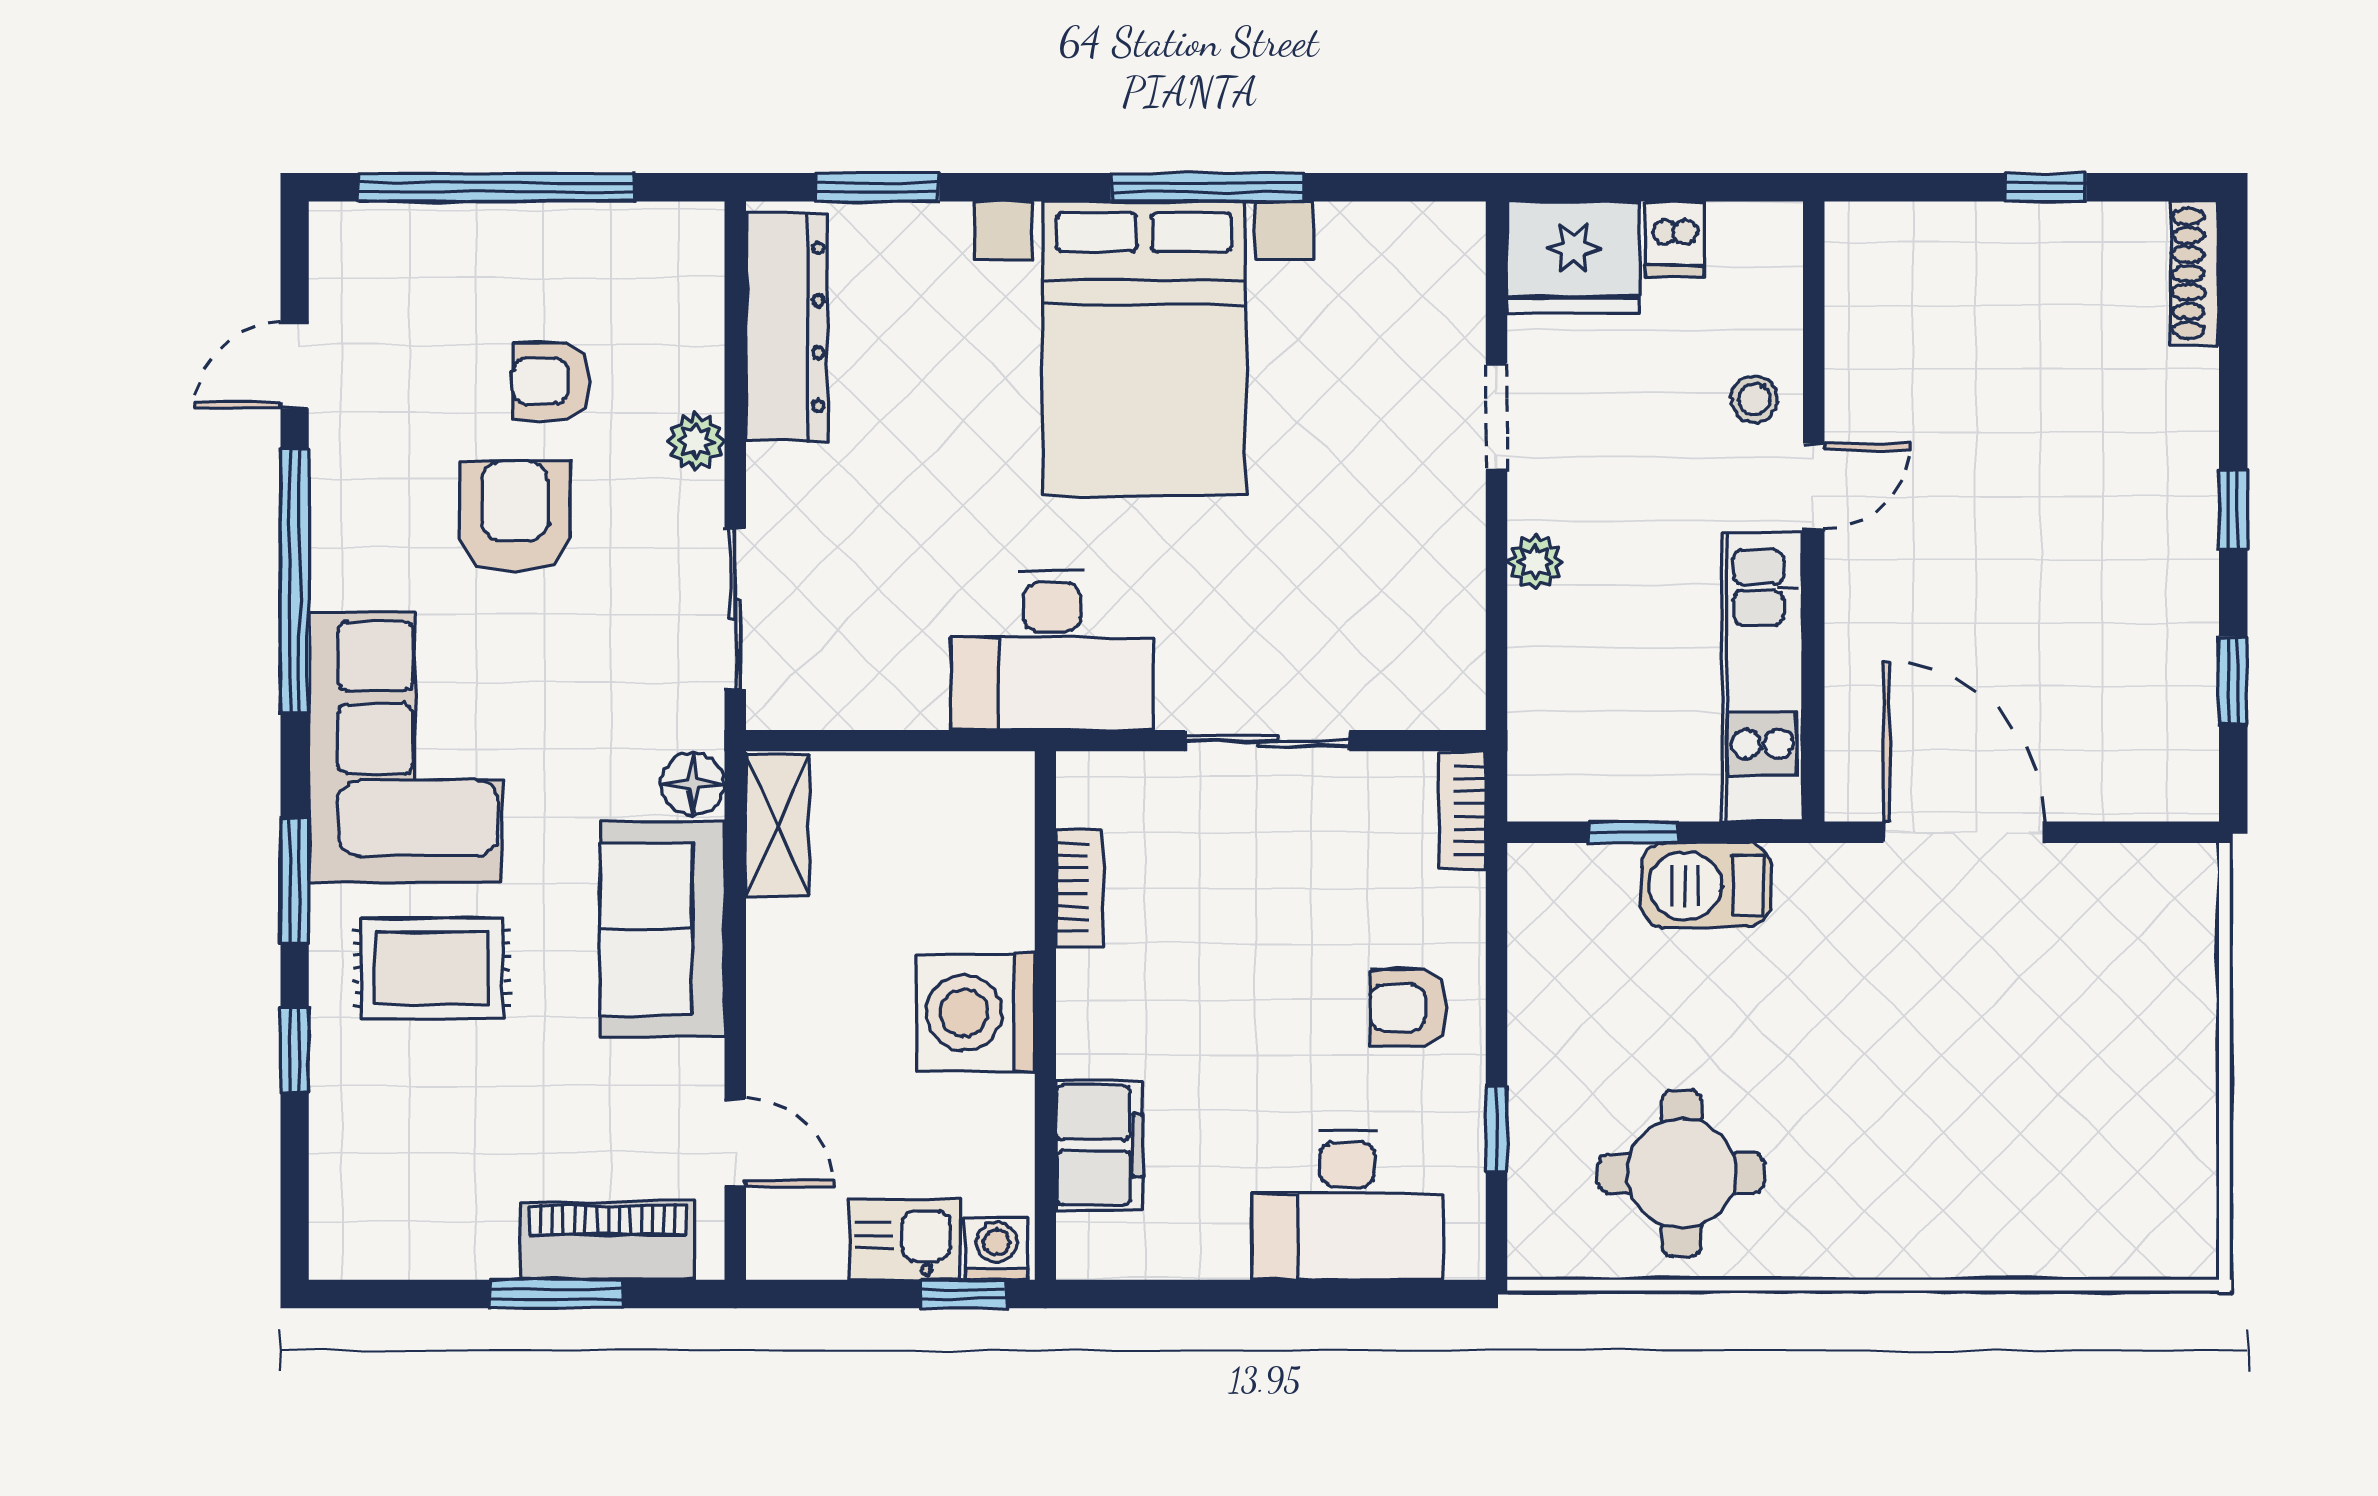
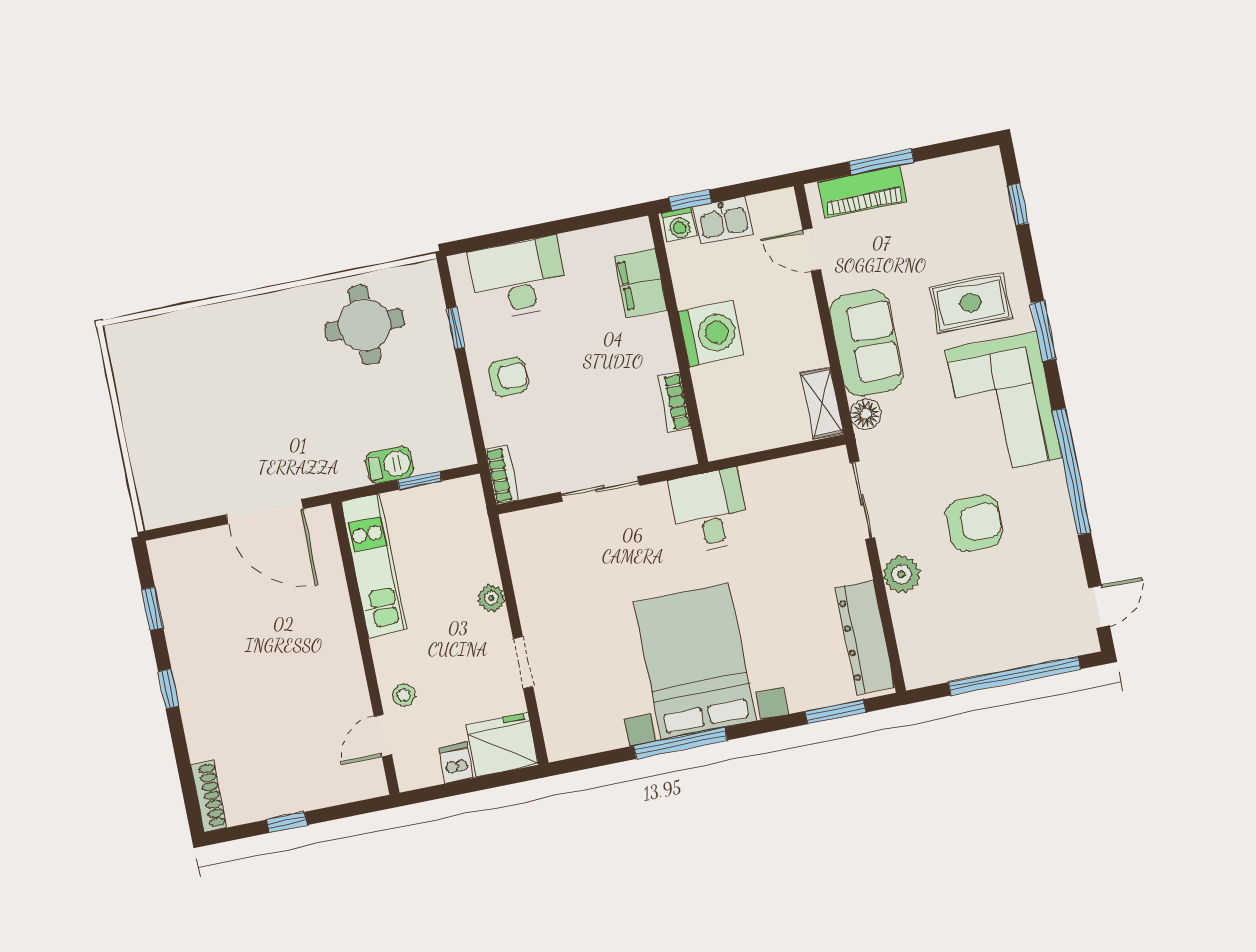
door: (295, 366) -> (1099, 607), moved
armchair: (551, 381) -> (970, 590), removed
plant: (696, 441) -> (902, 574), width x1.38, depth x1.38
door: (1814, 486) -> (383, 736), moved
armchair: (515, 516) -> (974, 523), turned -90
desk: (1052, 650) -> (710, 511), width x0.73
barbecue: (1706, 885) -> (390, 465), width x0.73, depth x0.79
window: (295, 1050) -> (1018, 204), moved

